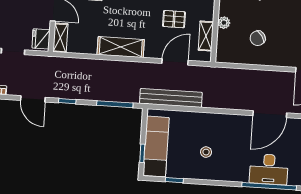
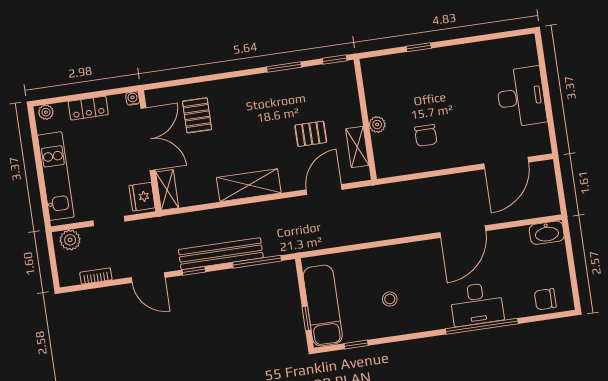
chair: (258, 38) -> (426, 135), turned -56
bench: (171, 98) -> (221, 254), moved

